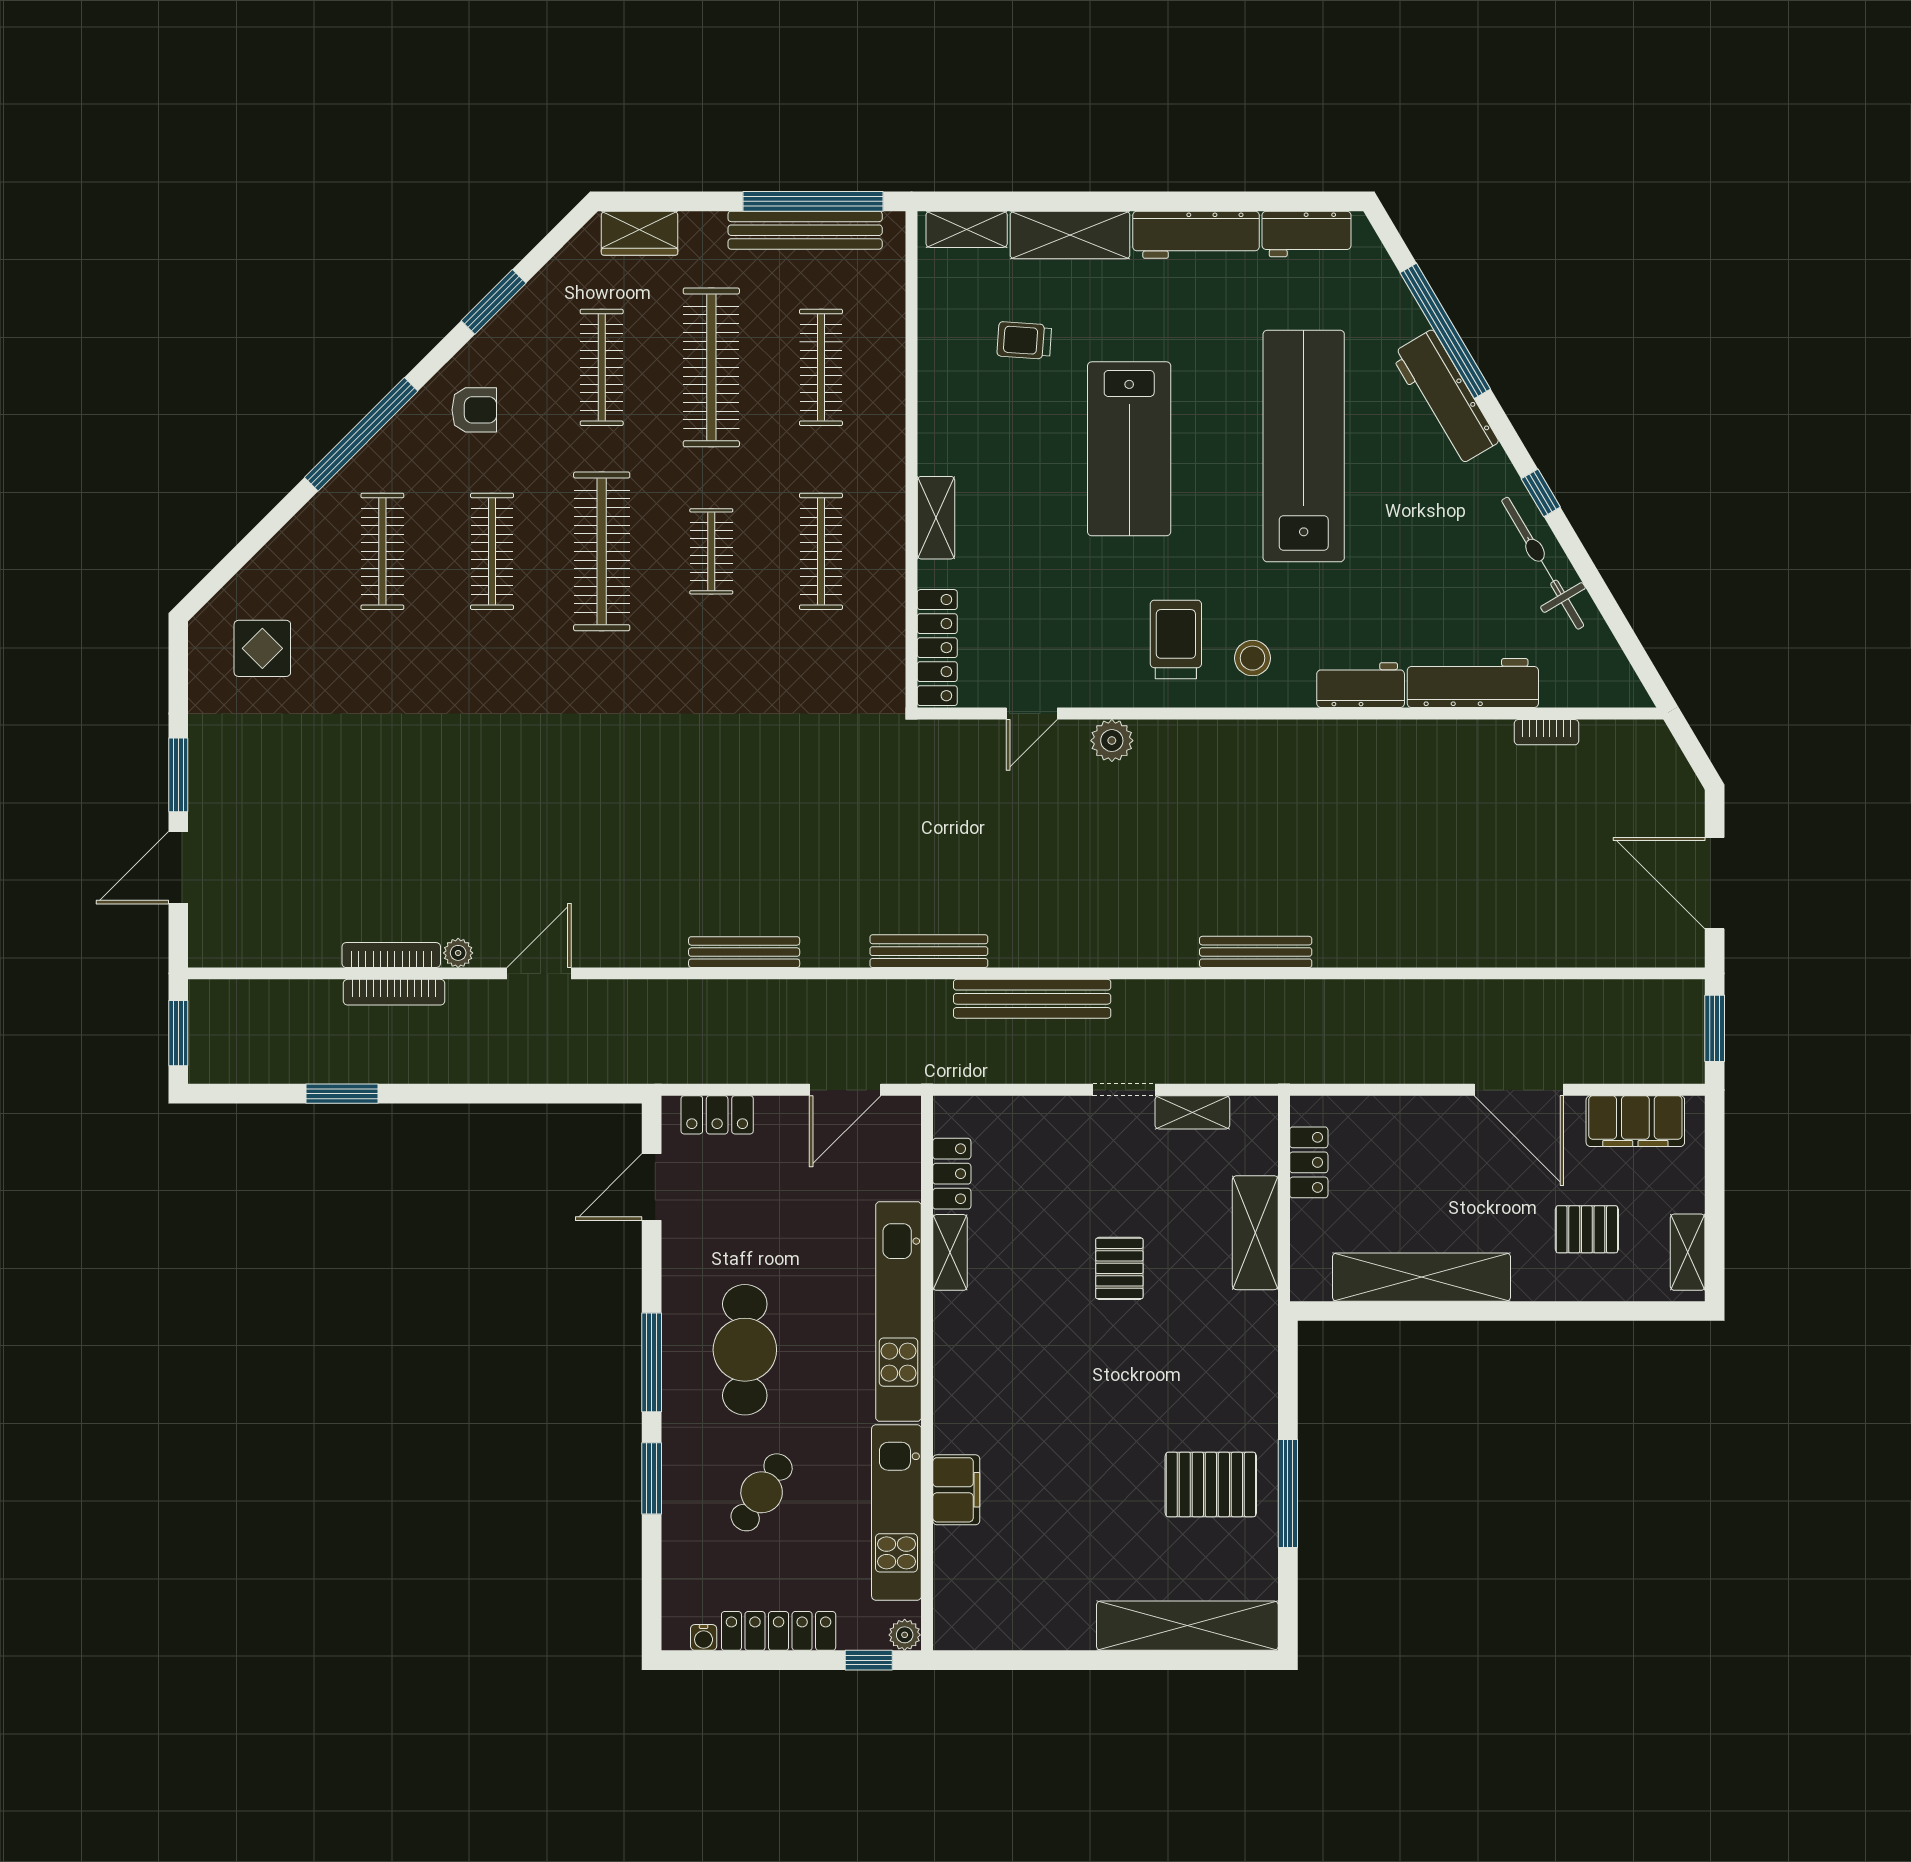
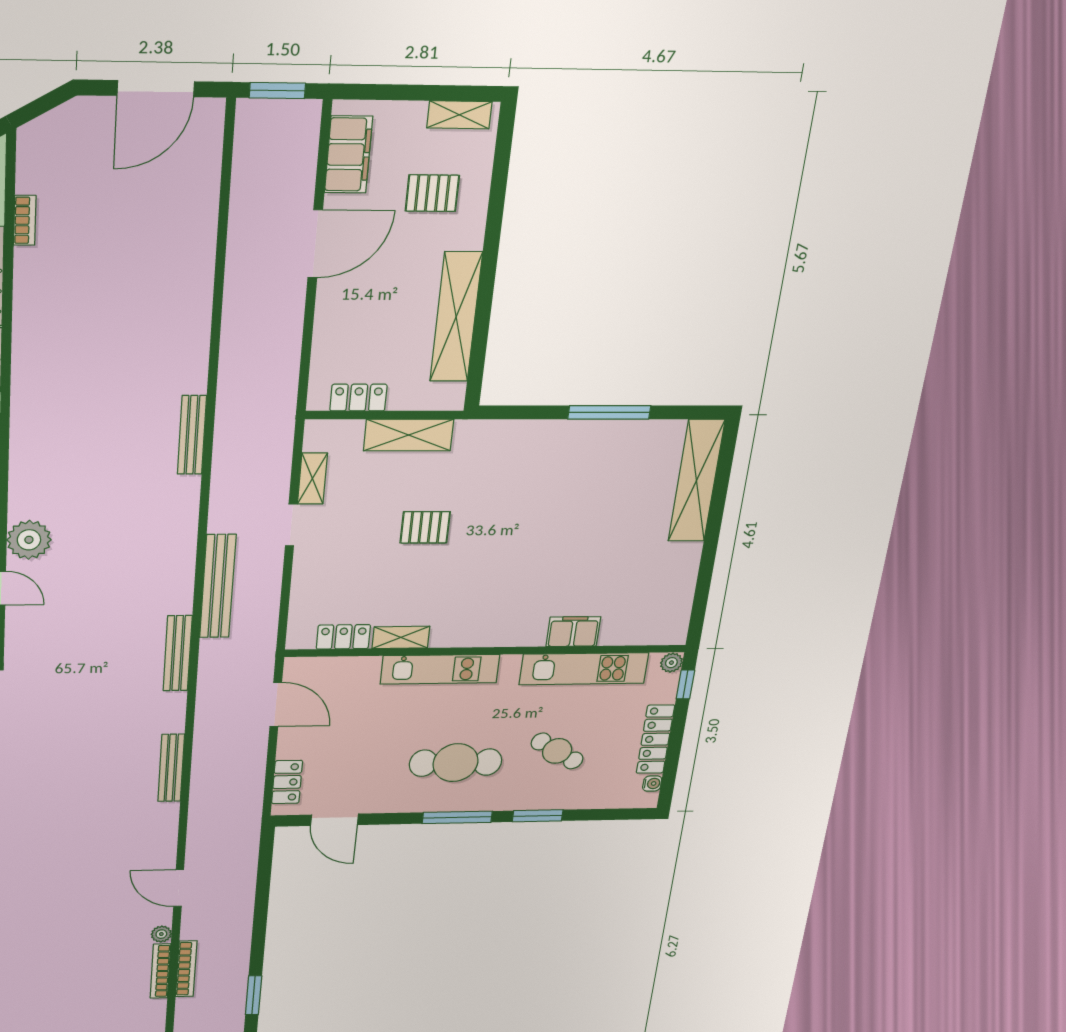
plant: (1112, 741) -> (29, 540), width x1.36, depth x1.36
pallet: (1587, 1229) -> (432, 193), turned 90
kitchen unit: (899, 1312) -> (440, 669), width x0.73
pallet: (1211, 1484) -> (595, 465), removed

